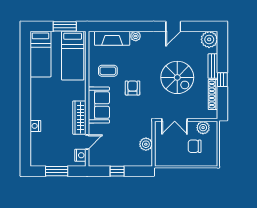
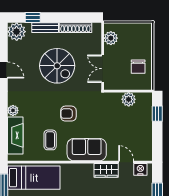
spiral stairs: (177, 77) -> (57, 66), turned 90
window: (222, 80) -> (33, 18), moved
wardrobe: (79, 118) -> (106, 170), width x0.67
double door: (175, 120) -> (103, 69), swing flipped
chair: (195, 146) -> (138, 67), moved
window: (117, 171) -> (157, 114), moved

